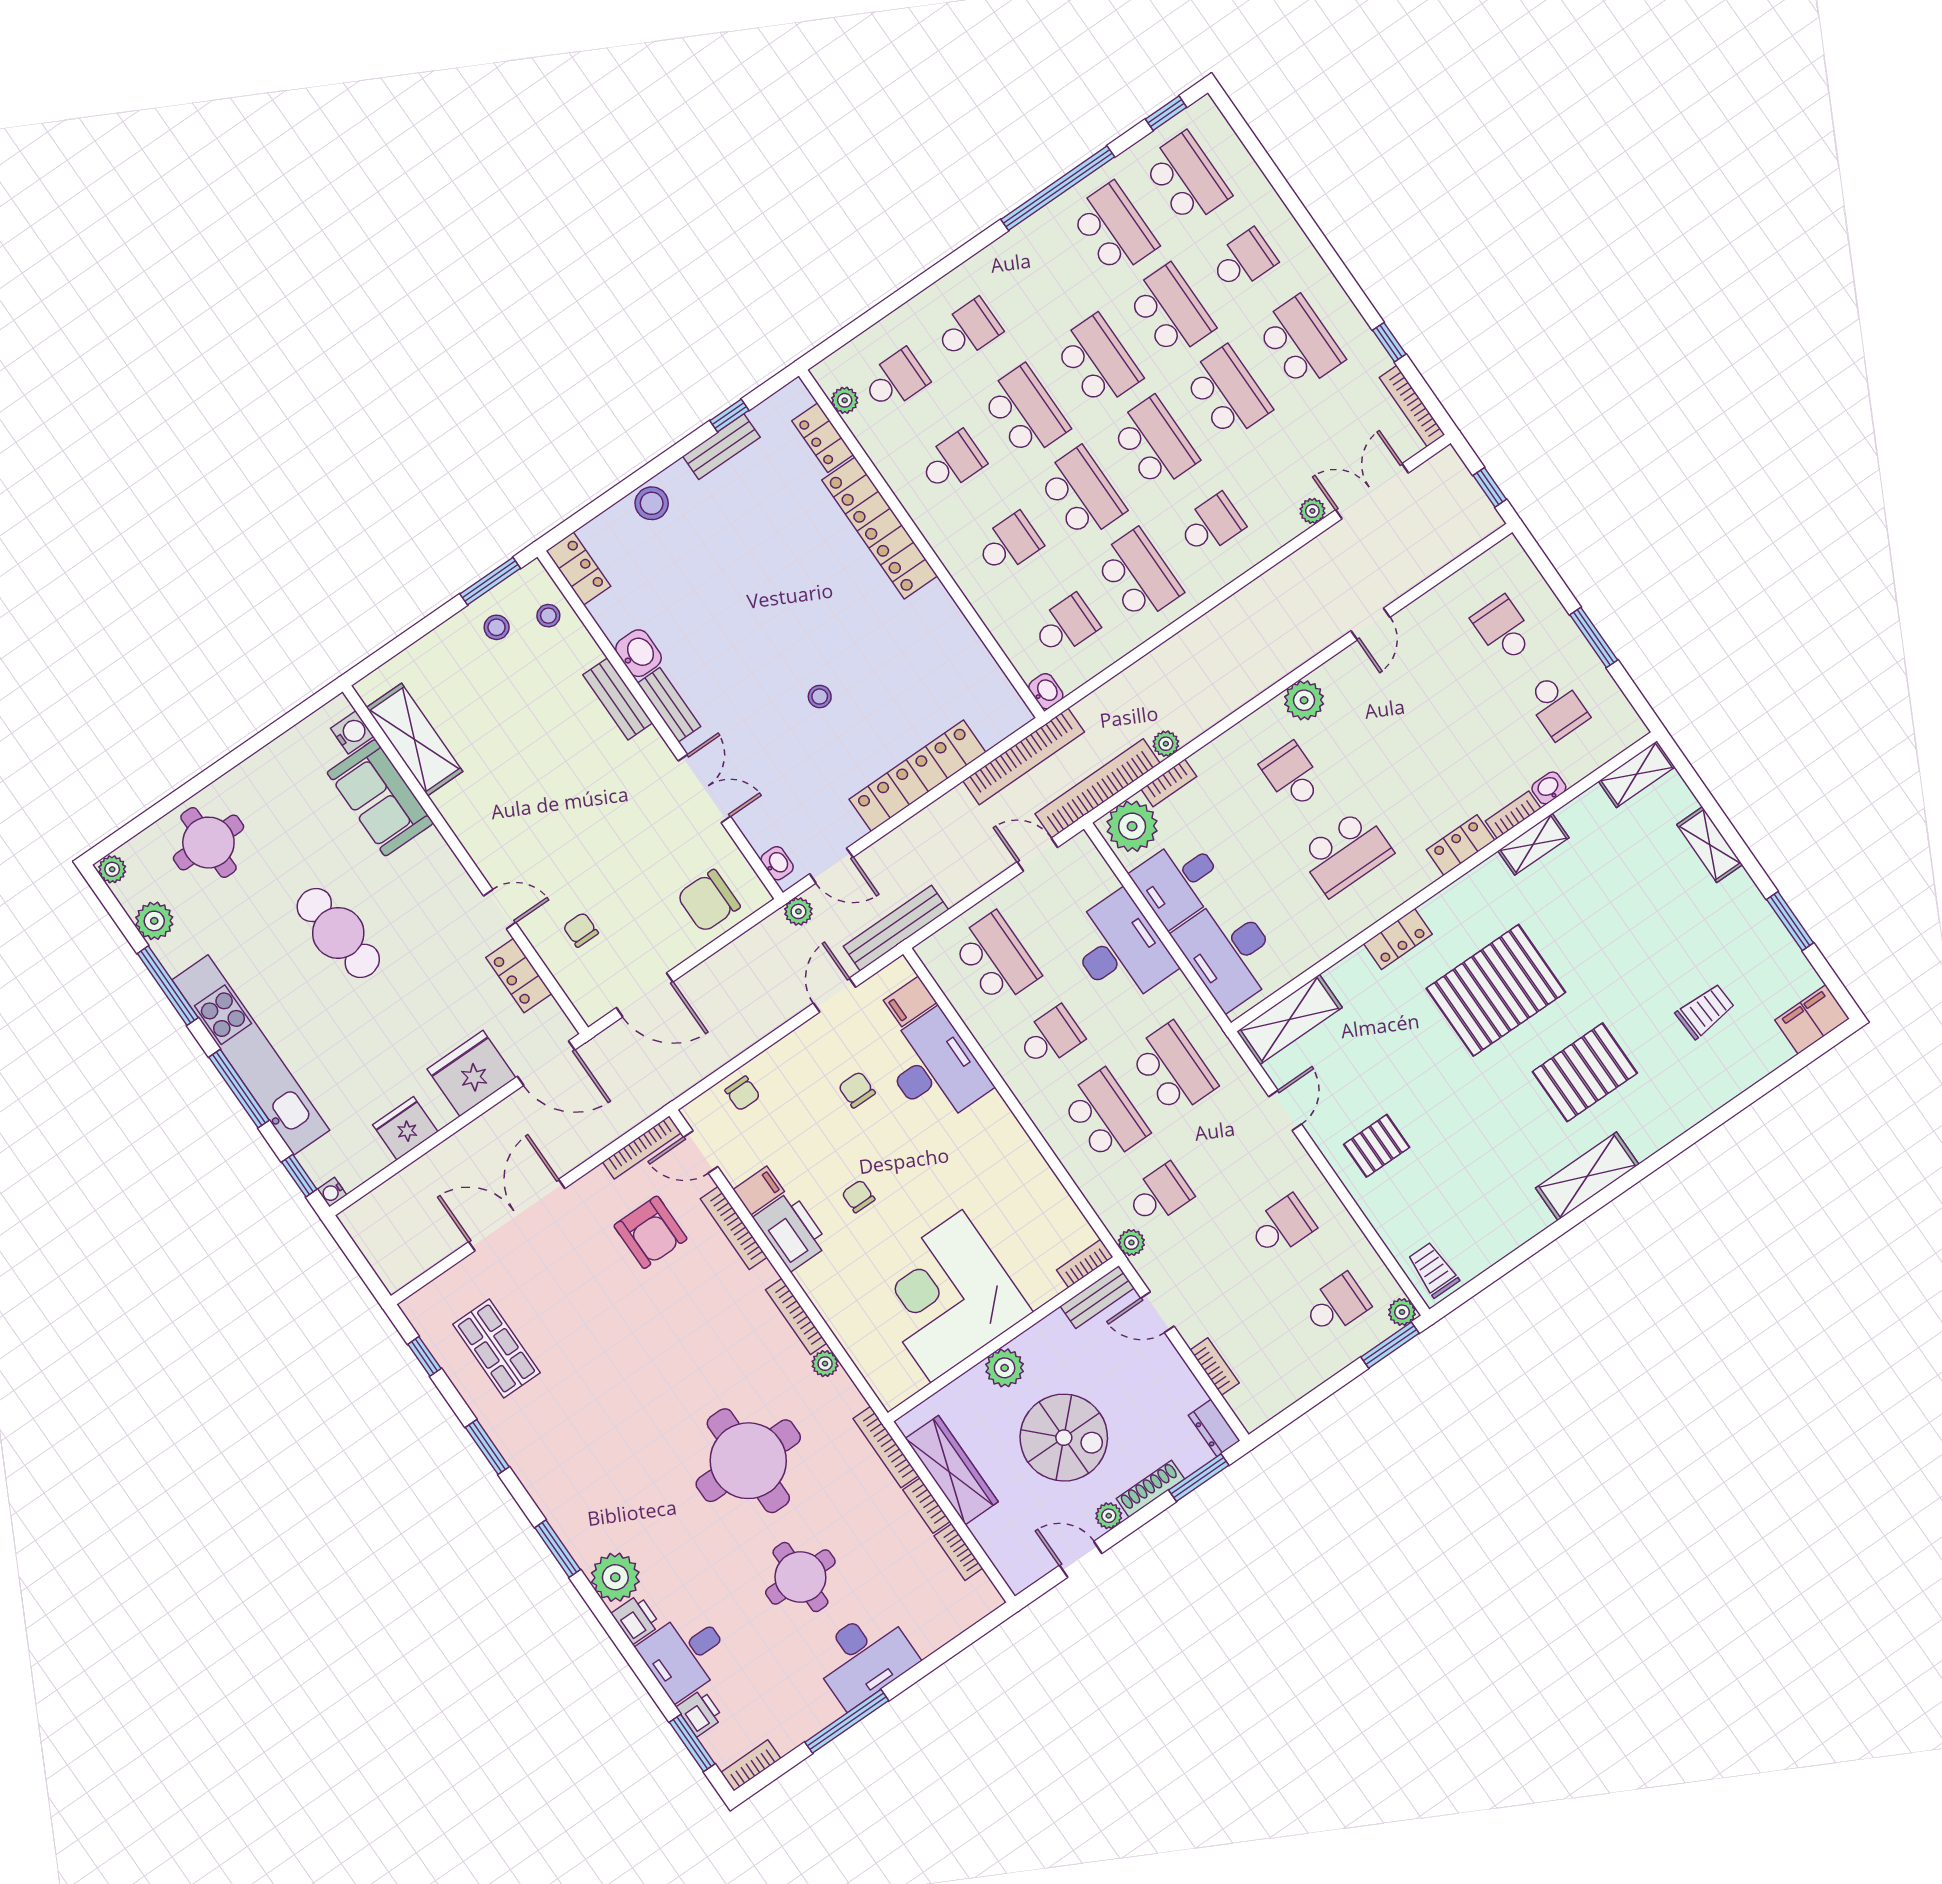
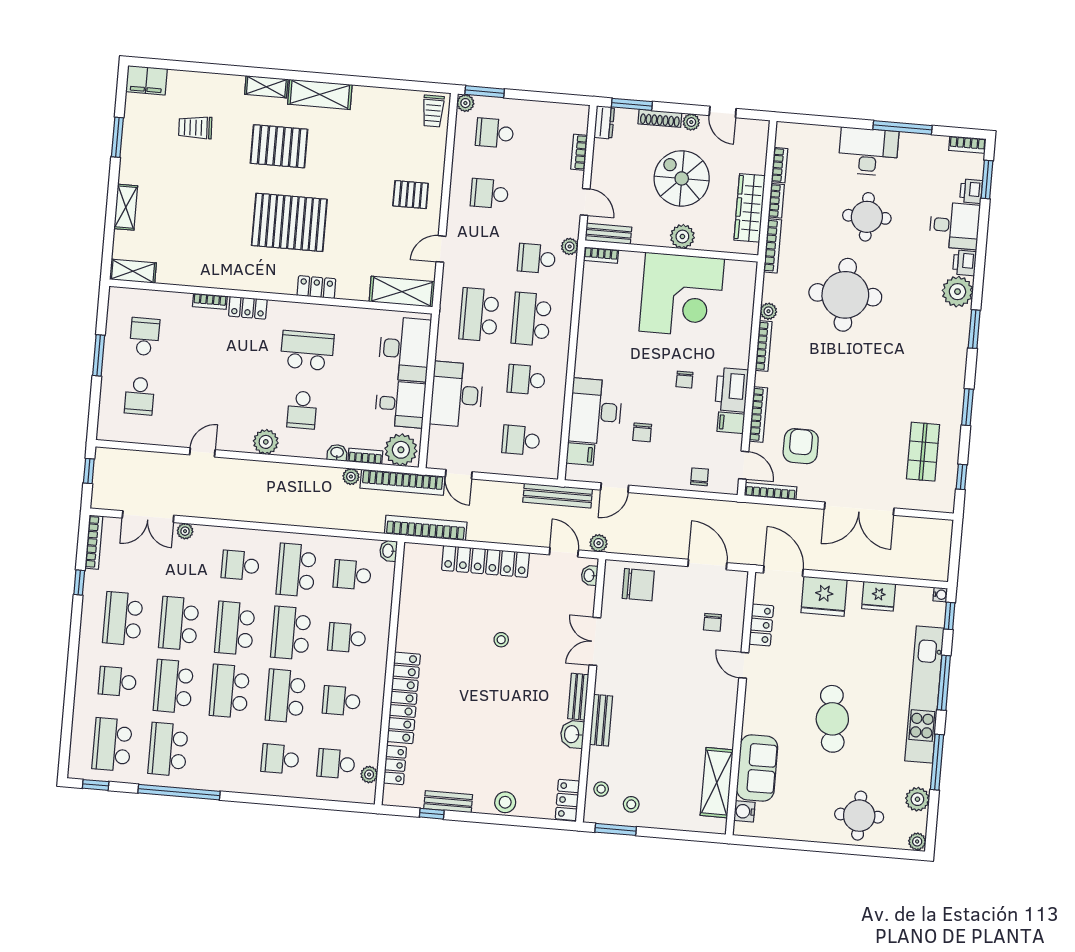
washbasin: (1549, 788) -> (337, 453), moved, turned 180
shelving: (1533, 844) -> (266, 87), moved
school desk: (996, 959) -> (521, 440), width x0.54

